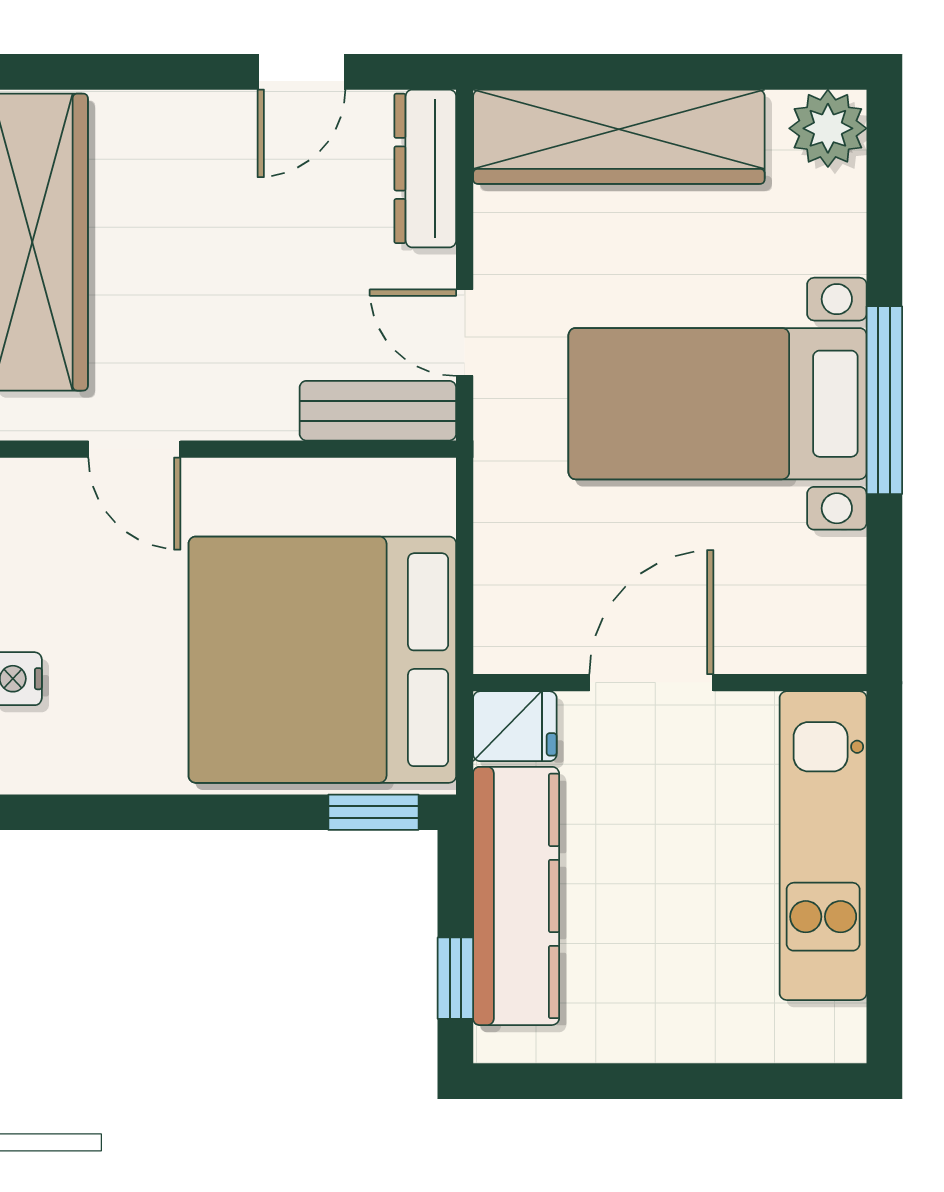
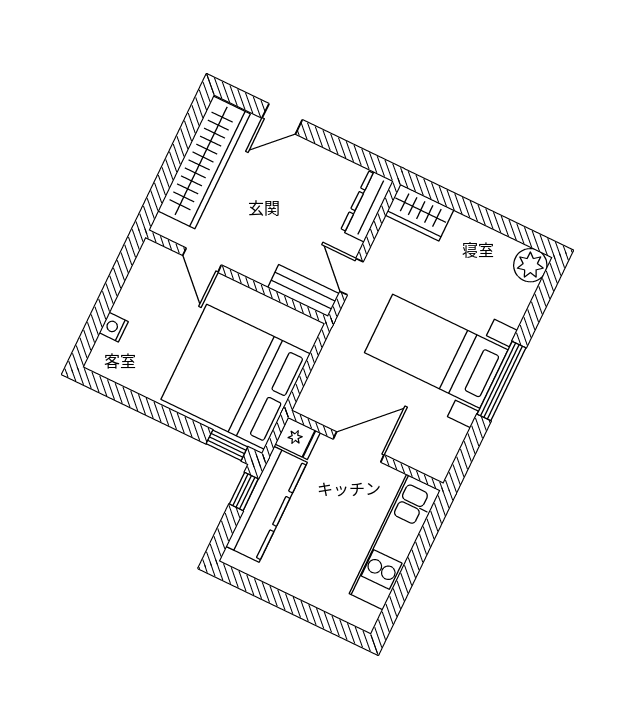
door: (301, 72) -> (282, 119), moved
wardrobe: (619, 137) -> (420, 213), width x0.48, depth x0.85
window: (455, 978) -> (244, 491), moved

